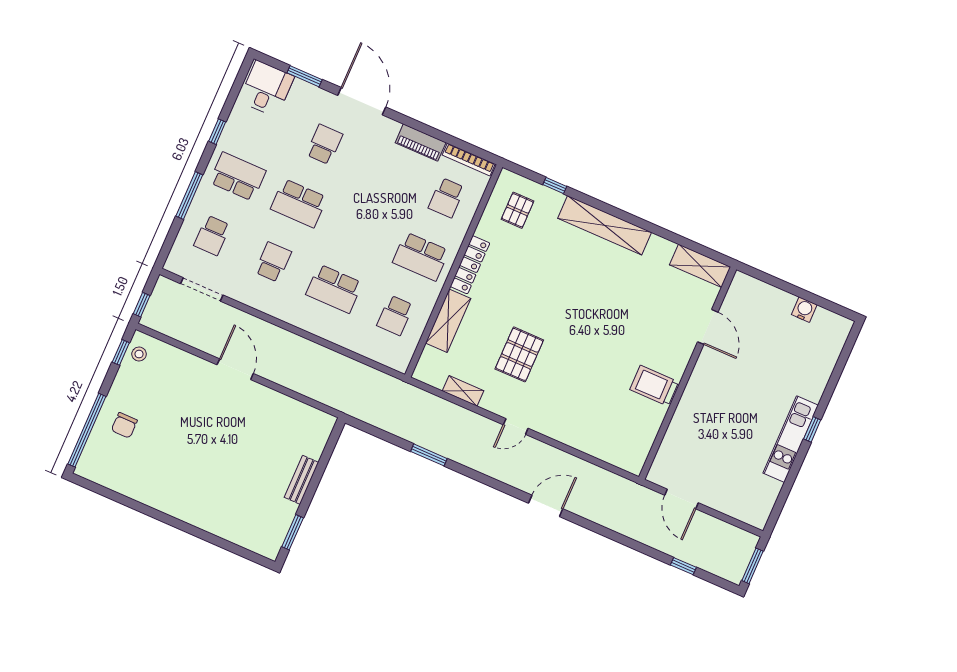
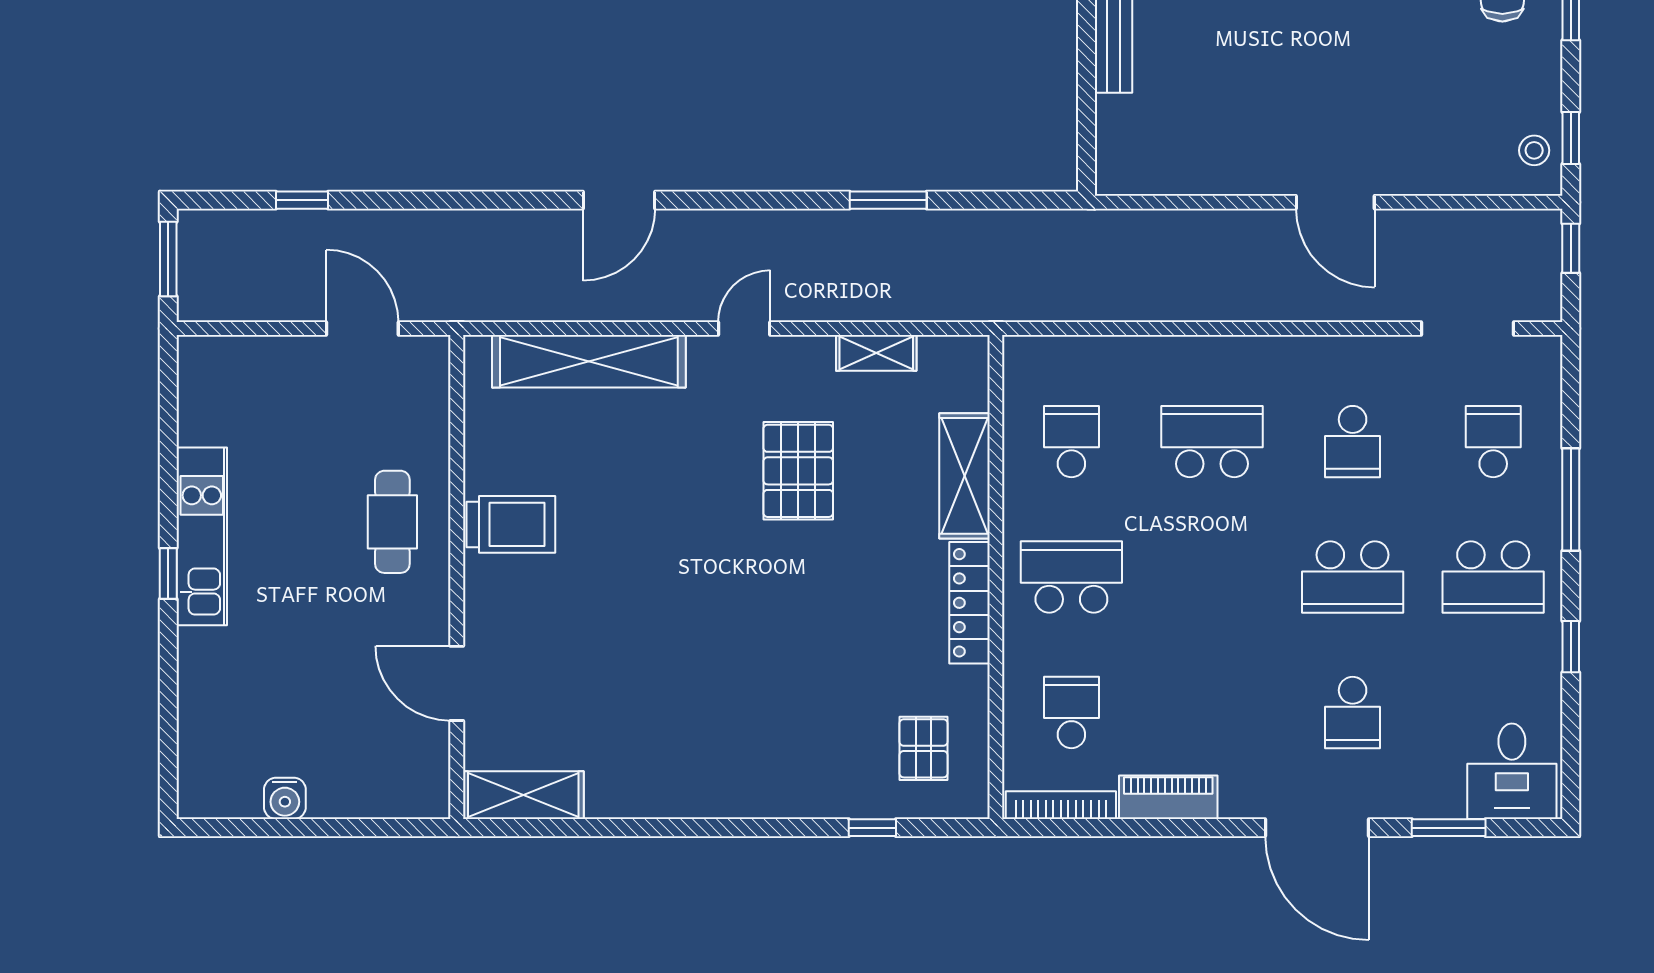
school desk: (299, 203) -> (1353, 577), turned 180
shelving: (605, 225) -> (589, 361), moved
cafe table: (705, 409) -> (392, 522), added

